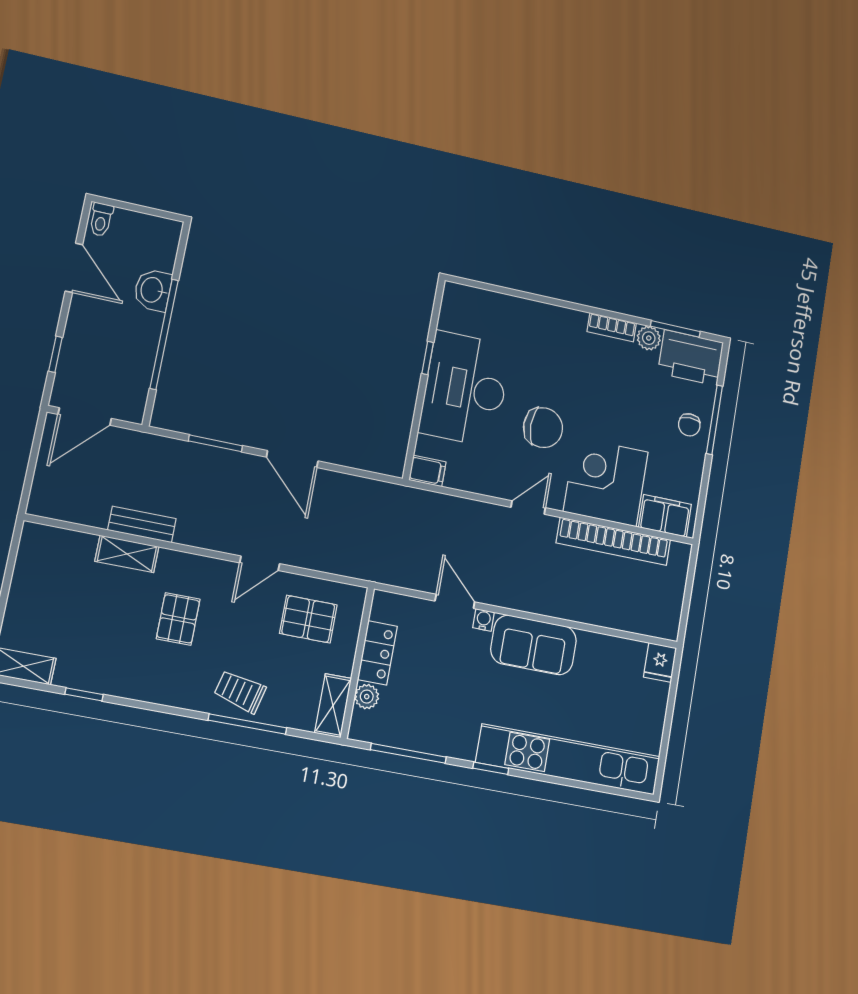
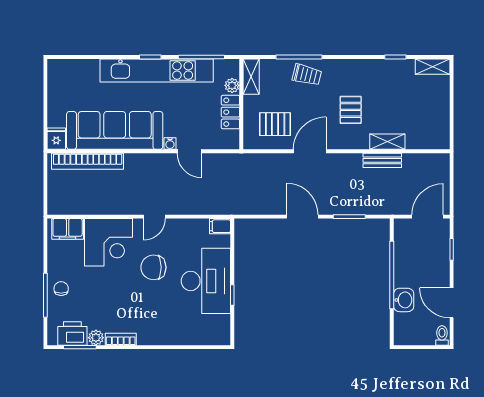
printer: (691, 358) -> (72, 333), width x0.73, depth x0.84
bookcase: (613, 541) -> (88, 161), moved, turned 180
door: (260, 563) -> (310, 151), width x1.38
sofa: (534, 645) -> (115, 130), width x1.85, depth x1.27
kitchen unit: (568, 759) -> (157, 70), moved

